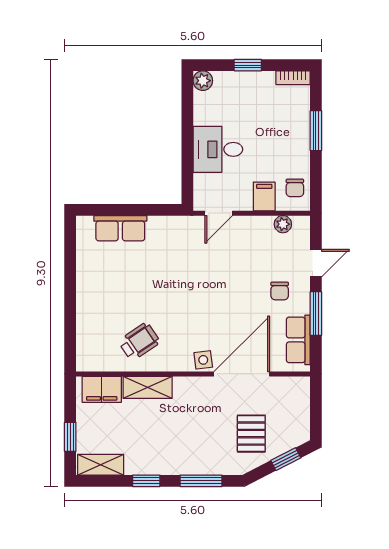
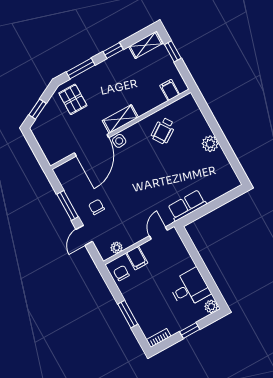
desk: (218, 149) -> (189, 288), moved
row of seats: (120, 228) -> (187, 205), moved
plant: (88, 291) -> (210, 144), added
row of seats: (298, 340) -> (69, 184), removed
shelving: (148, 387) -> (120, 119), moved
filing cabinet: (102, 389) -> (170, 90), width x0.50
pallet: (251, 434) -> (73, 99), moved

